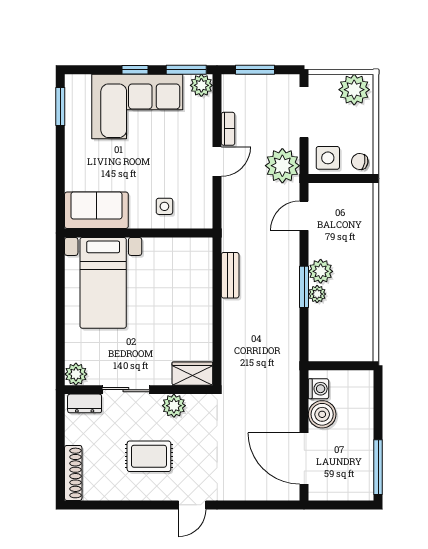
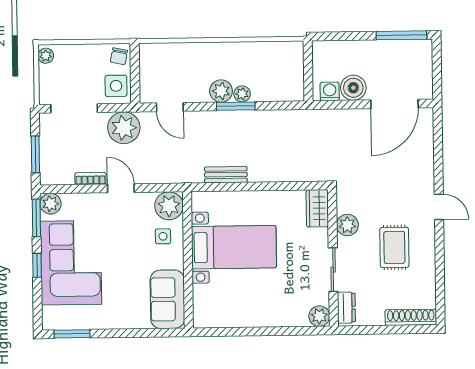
plant: (354, 90) -> (46, 56), width x0.53, depth x0.53
plant: (197, 213) -> (169, 206), added
bed with nightstands: (103, 283) -> (234, 247), moved

